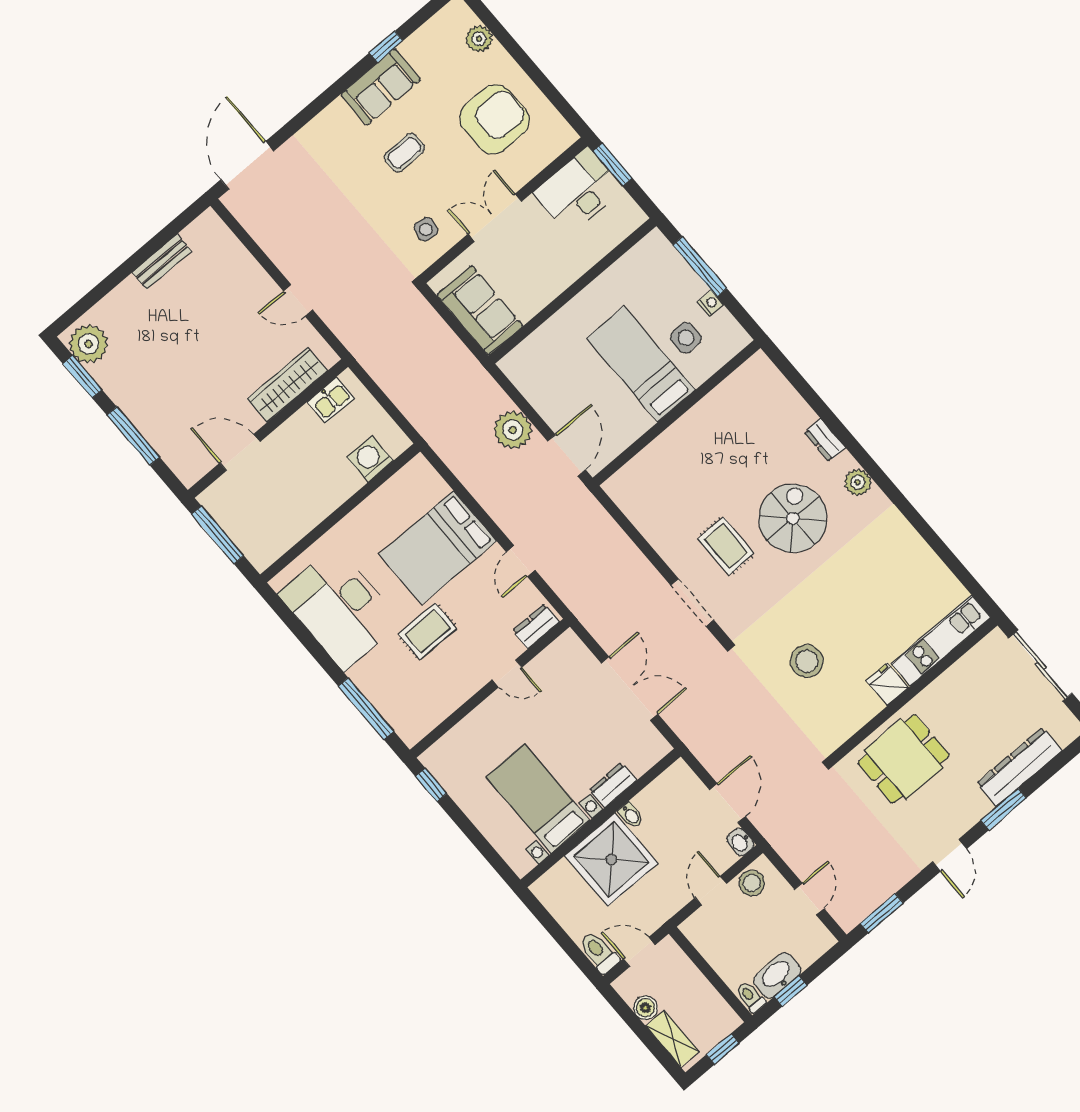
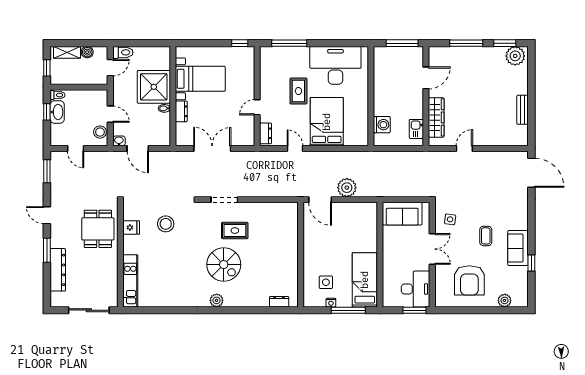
bed: (641, 364) -> (365, 280), moved, turned -90
dresser: (825, 440) -> (279, 302), moved
fridge: (887, 684) -> (131, 228), moved
double door: (630, 689) -> (212, 149), swing flipped

